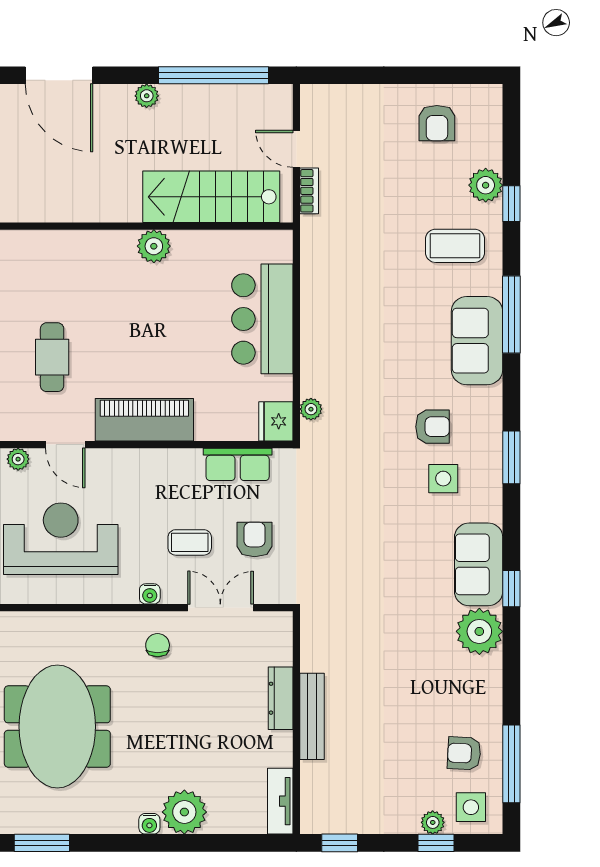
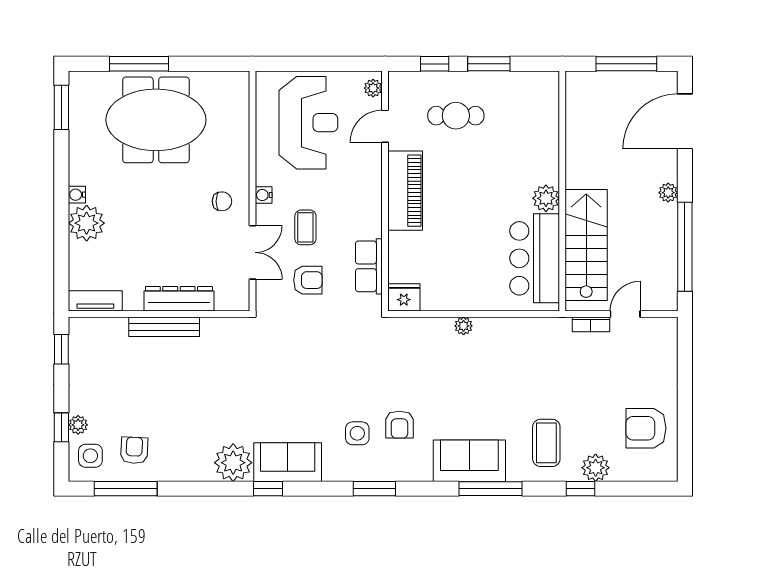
armchair: (437, 123) -> (646, 428), width x1.38, depth x1.38
bar counter: (262, 319) -> (535, 258), moved, turned -90
plant: (311, 409) -> (464, 326), moved
dresser: (281, 698) -> (179, 299), width x1.37, depth x1.24

